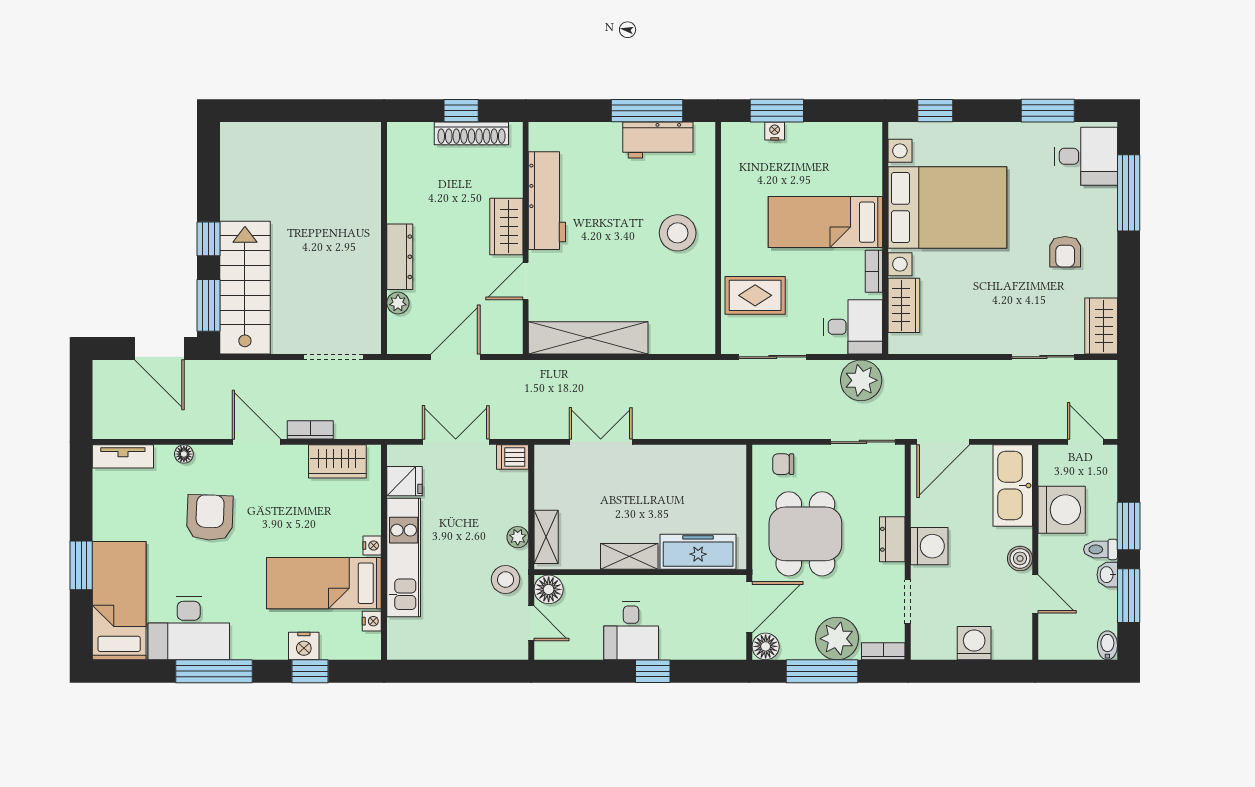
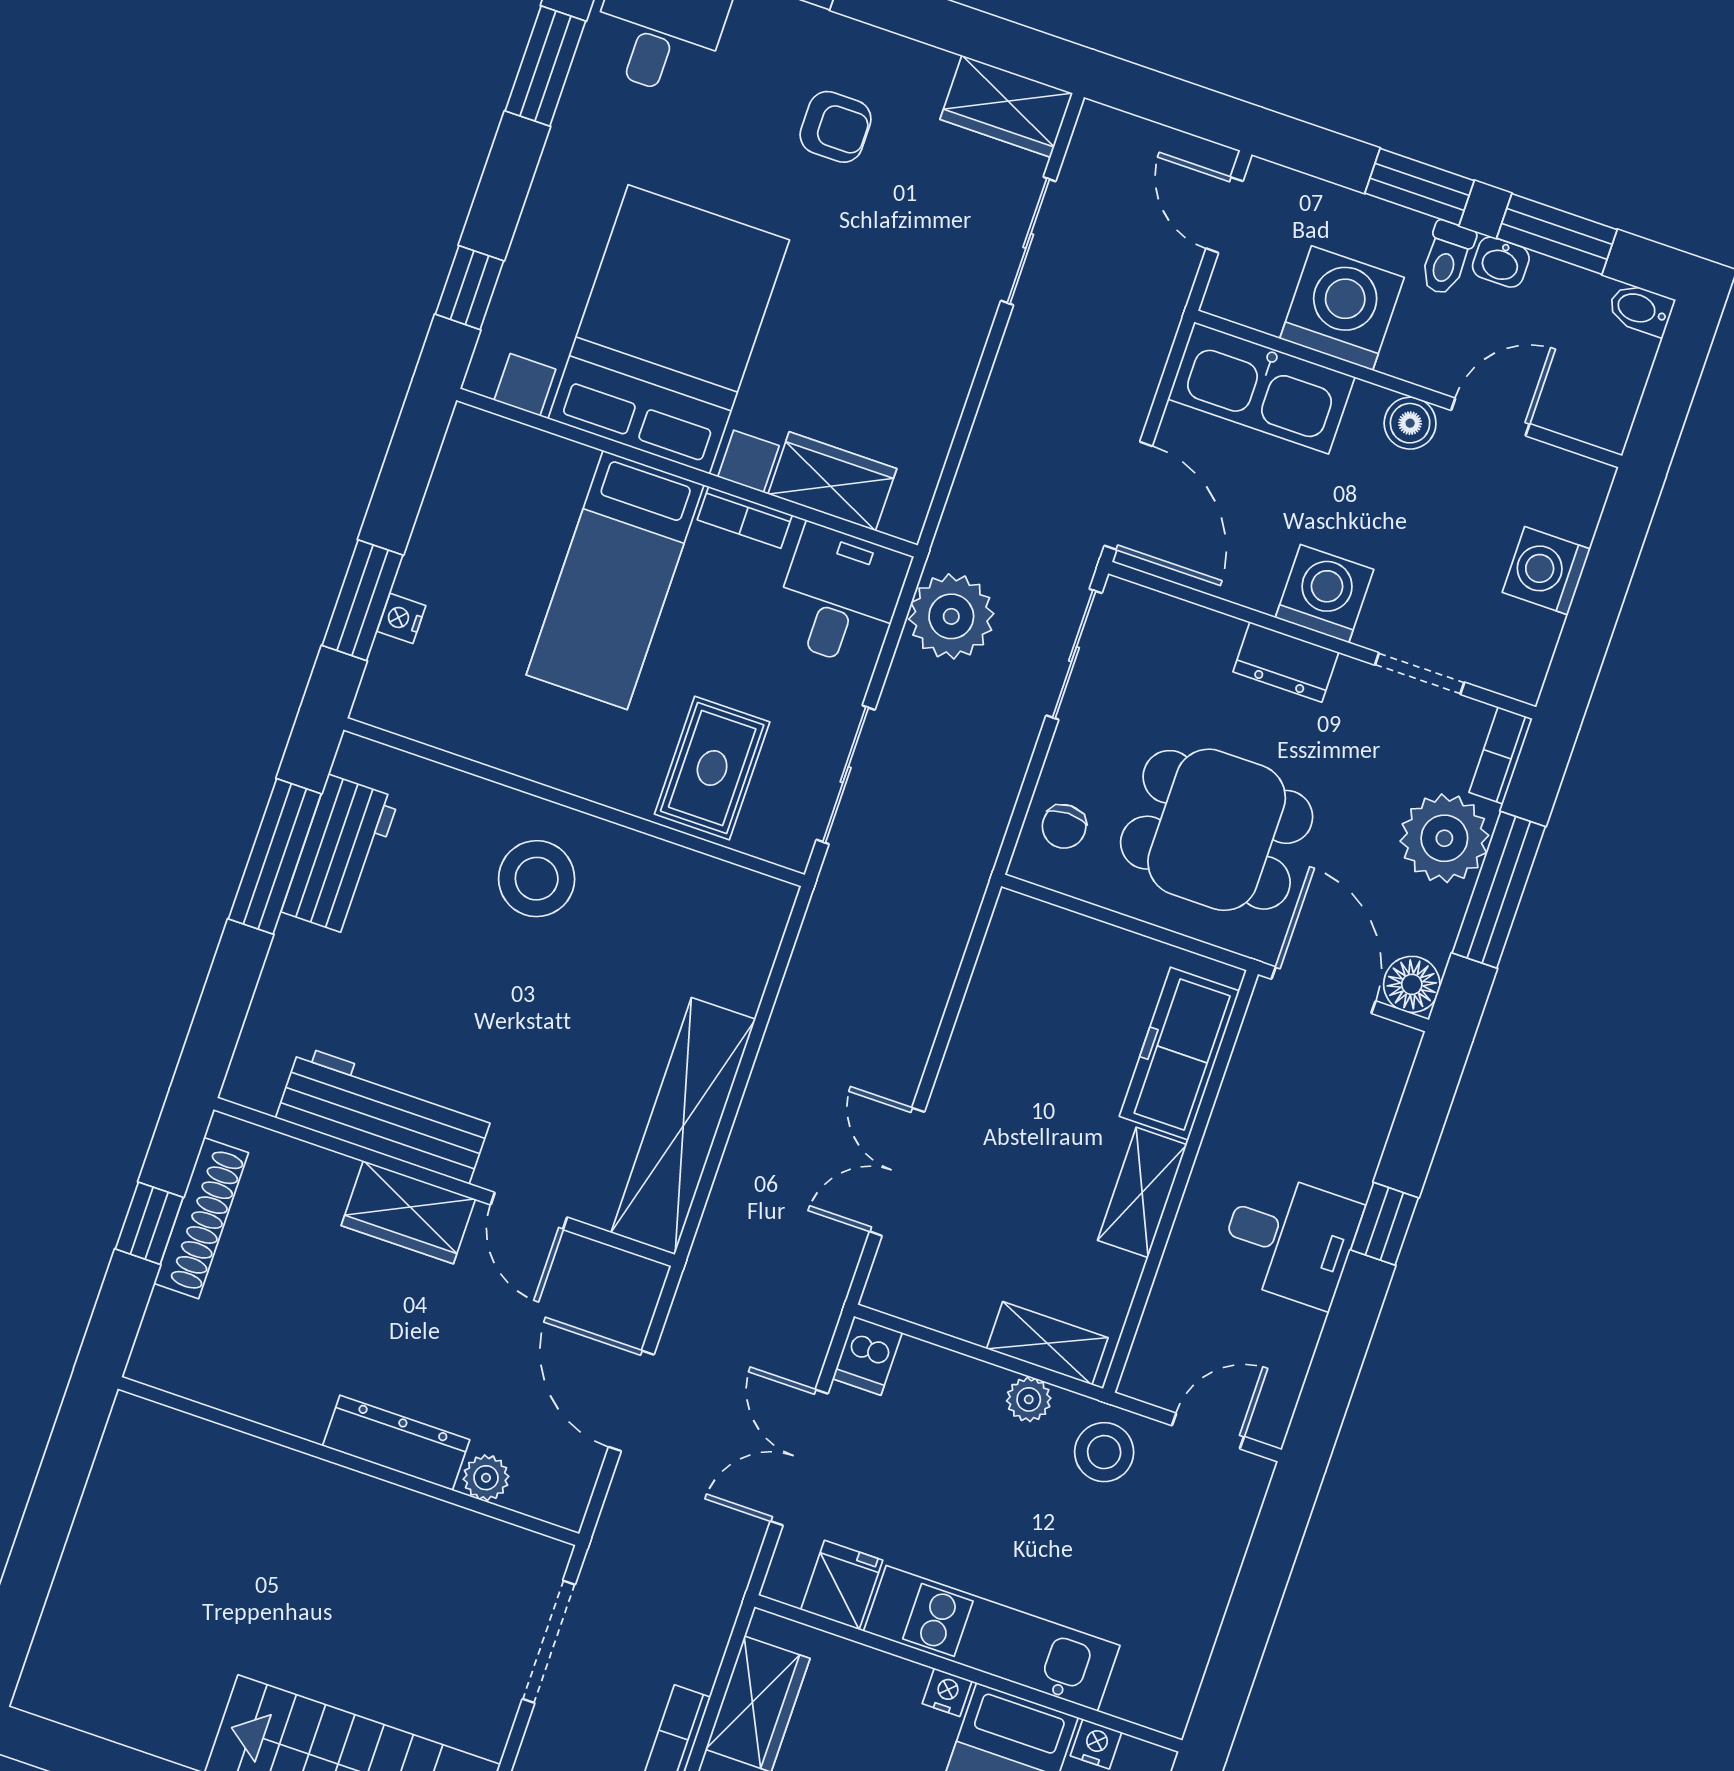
door: (1086, 442) -> (1224, 215), hinge flipped
floor lamp: (549, 589) -> (1153, 1374), removed

